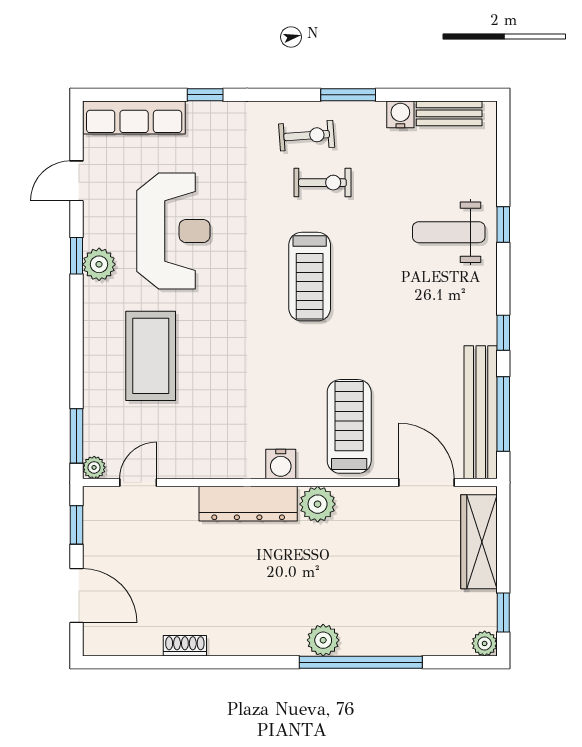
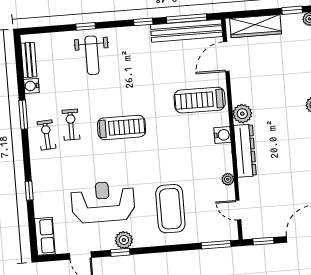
row of seats: (134, 117) -> (45, 236), width x0.68
coffee table: (151, 356) -> (170, 209), turned 90
plant: (94, 467) -> (228, 179), moved

